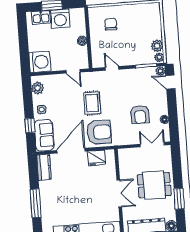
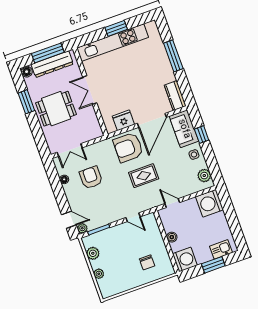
washing machine: (60, 19) -> (185, 260), moved, turned 90
plant: (159, 57) -> (99, 274), moved
rug: (92, 103) -> (144, 176), turned 90

